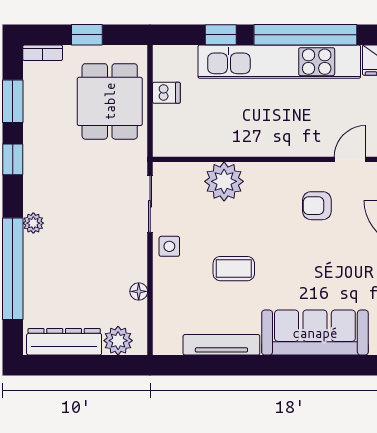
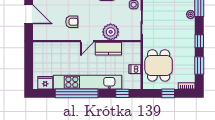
window: (221, 35) -> (122, 93), moved
kitchen counter: (230, 141) -> (108, 49), added
door: (350, 159) -> (87, 41), moved

